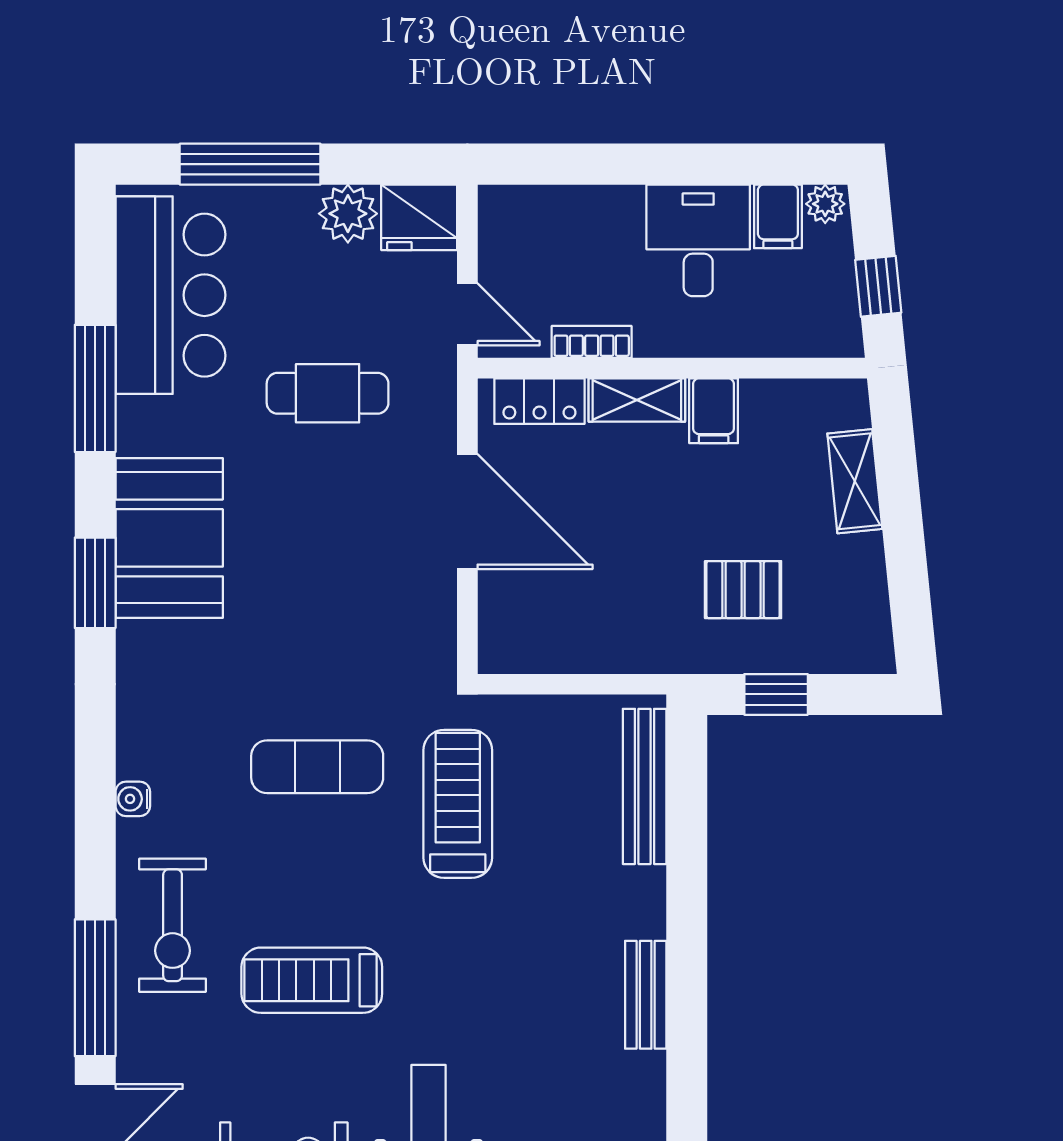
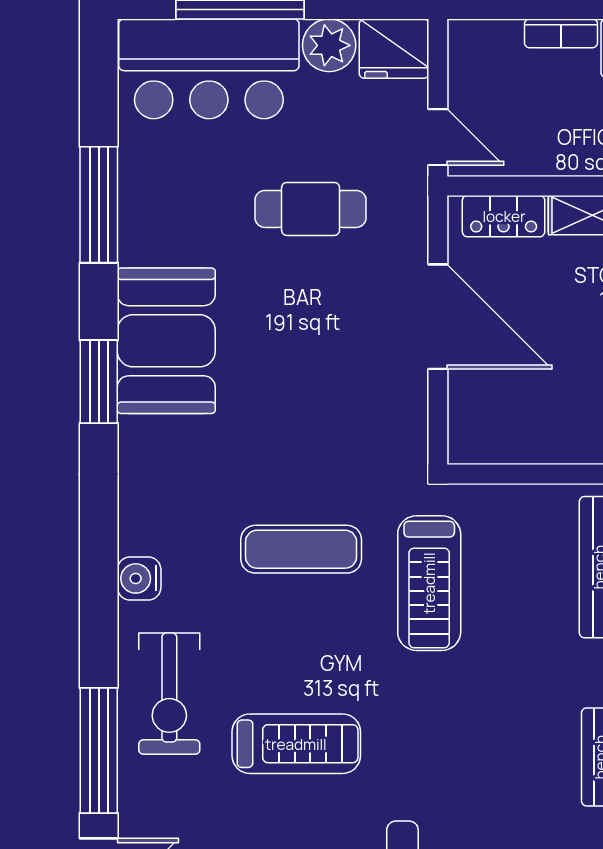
bar counter: (170, 295) -> (209, 69), moved, turned 90
bookcase: (592, 342) -> (561, 33), moved, turned 180
water cooler: (133, 799) -> (139, 578), width x1.38, depth x1.38
treadmill: (458, 804) -> (429, 583), turned 180
treadmill: (312, 980) -> (296, 744), turned 180

